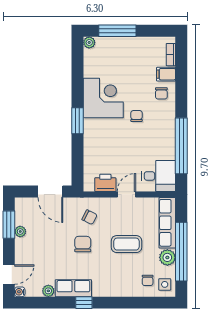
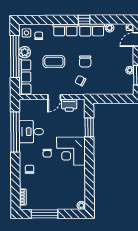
window: (117, 31) -> (45, 214), moved
filing cabinet: (166, 74) -> (26, 183), removed
corner desk: (103, 98) -> (71, 151), moved
window: (78, 121) -> (89, 127), moved
desk: (159, 176) -> (31, 132), moved
door: (50, 192) -> (108, 99), removed
row of seats: (110, 288) -> (65, 30), added

